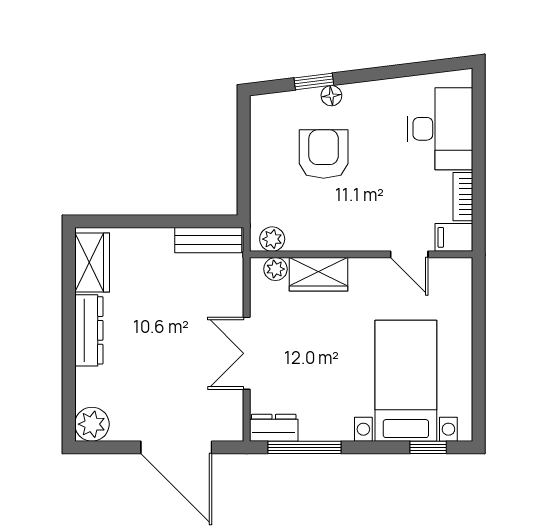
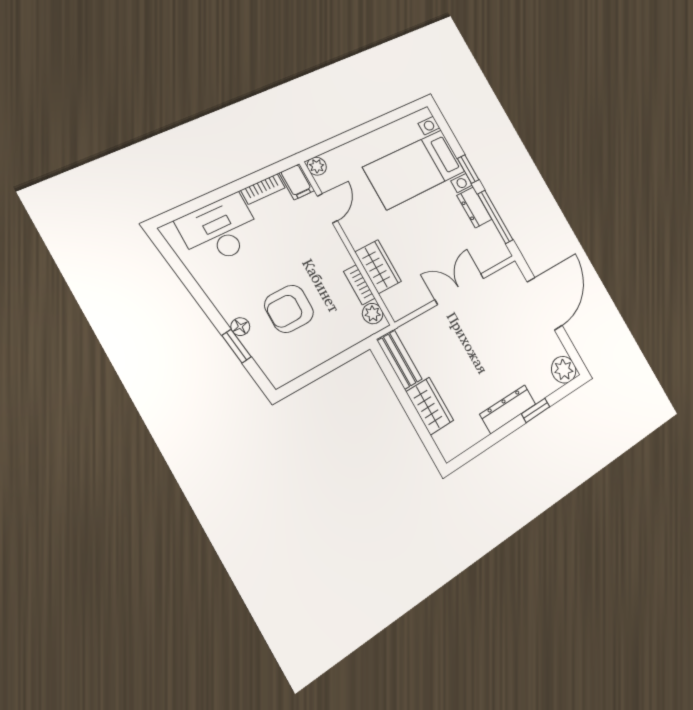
bookcase: (310, 242) -> (359, 285), added
wardrobe: (92, 262) -> (430, 406), moved, turned 90
plant: (275, 269) -> (317, 166), moved
double door: (247, 353) -> (459, 289), swing flipped
window: (69, 362) -> (536, 410), added
dresser: (274, 428) -> (474, 207), moved
window: (428, 447) -> (468, 169), moved

